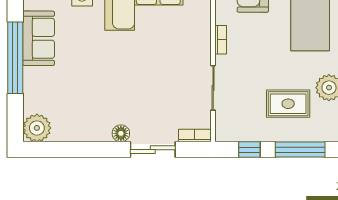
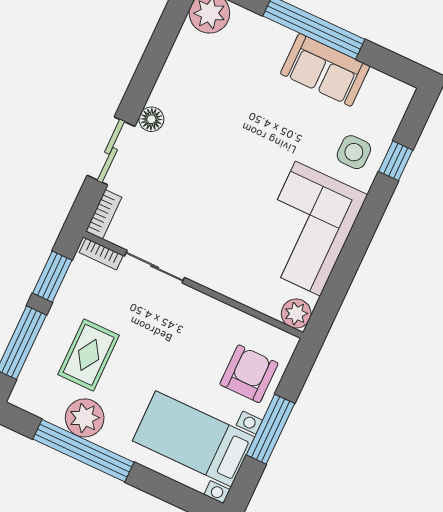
bookcase: (221, 40) -> (101, 254), moved
window: (249, 150) -> (52, 277), width x1.50

